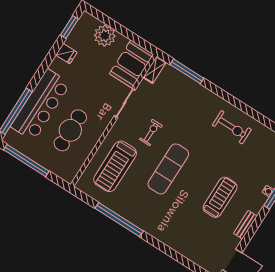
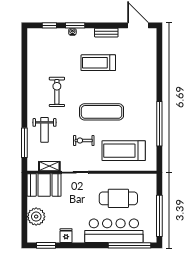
shelving: (154, 70) -> (49, 166), moved
weight bench: (187, 100) -> (44, 130), added
exercise bike: (232, 127) -> (57, 92), moved
treadmill: (115, 166) -> (124, 151), turned 180

